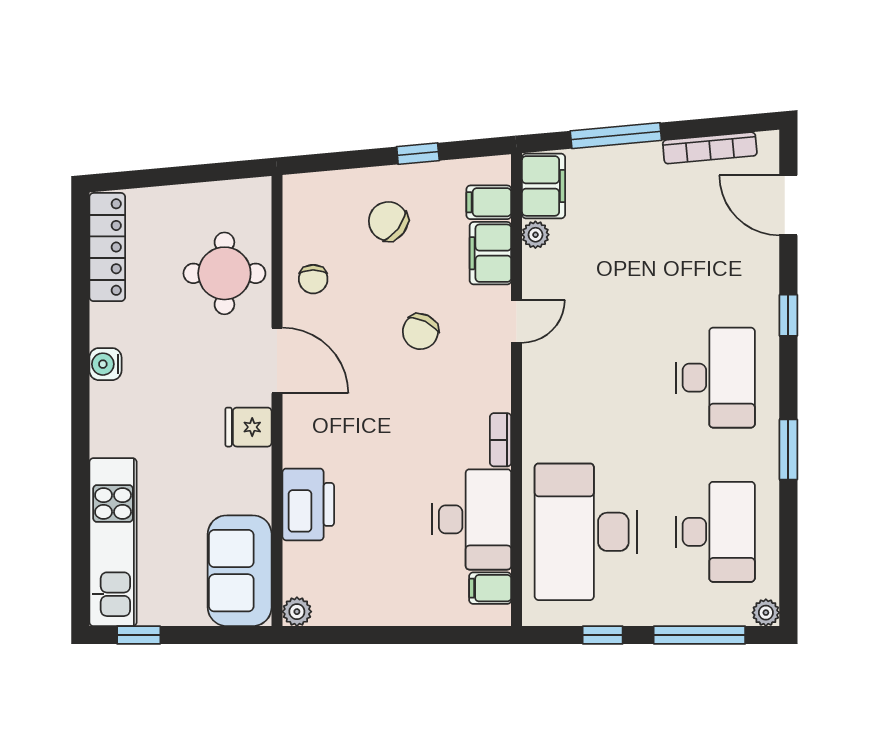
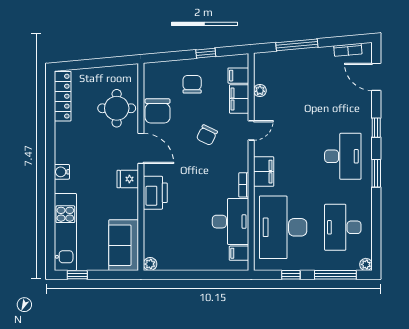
bookcase: (710, 148) -> (348, 50), width x0.64
filing cabinet: (544, 186) -> (264, 172), moved
chair: (388, 221) -> (192, 84), turned 53
chair: (313, 279) -> (158, 111), width x1.87, depth x1.87
water cooler: (105, 364) -> (62, 172), moved
window: (788, 449) -> (376, 173), moved
printer: (308, 504) -> (155, 193), moved
desk: (716, 532) -> (343, 227), turned 180

